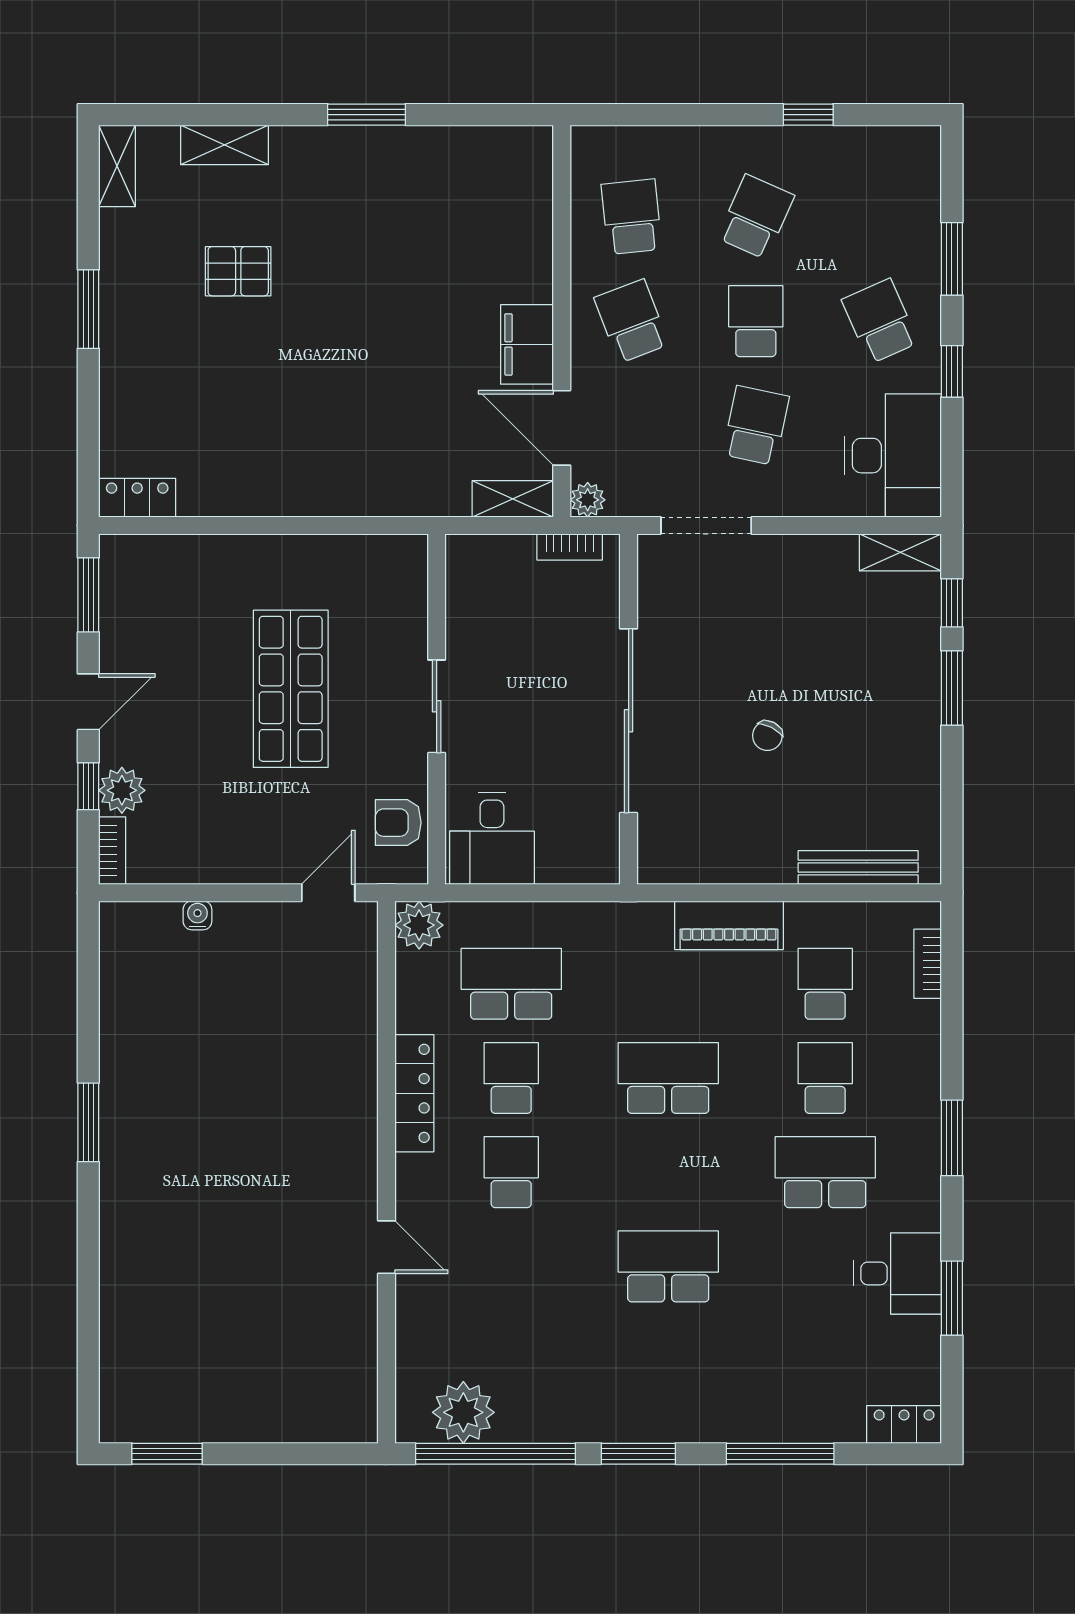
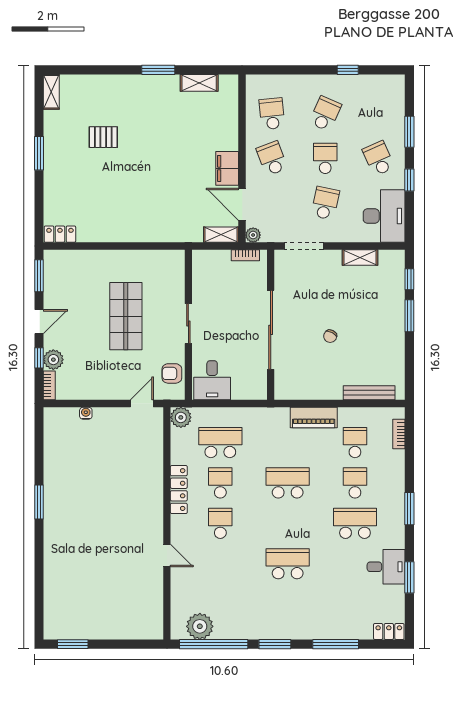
shelving: (225, 145) -> (199, 83), moved
shelving: (900, 552) -> (360, 258), moved

